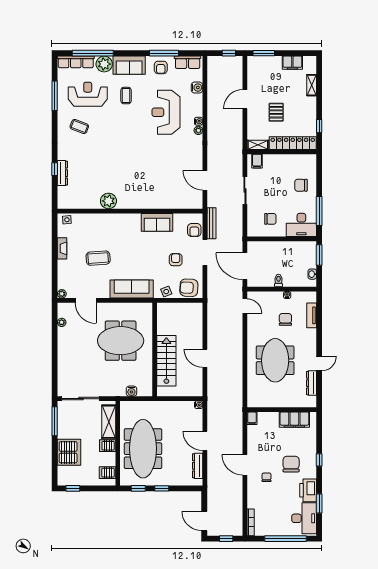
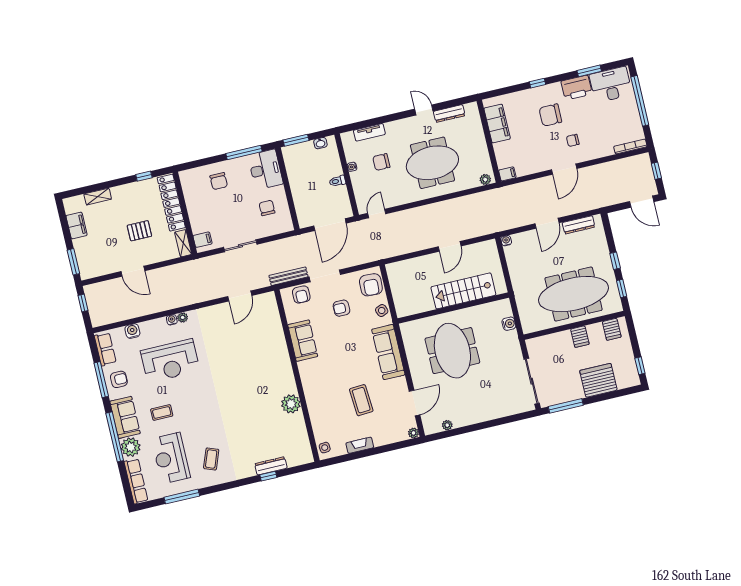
window: (93, 53) -> (115, 437), moved
armchair: (194, 230) -> (301, 295), turned 90
plant: (252, 400) -> (485, 179), added
shelving: (109, 422) -> (551, 342), removed
door: (204, 521) -> (642, 202), hinge flipped

